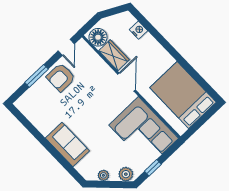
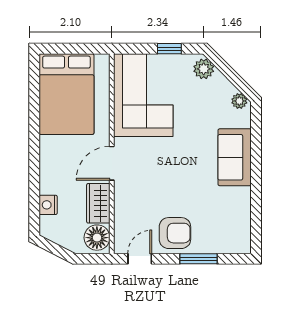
plant: (103, 175) -> (239, 101), moved

